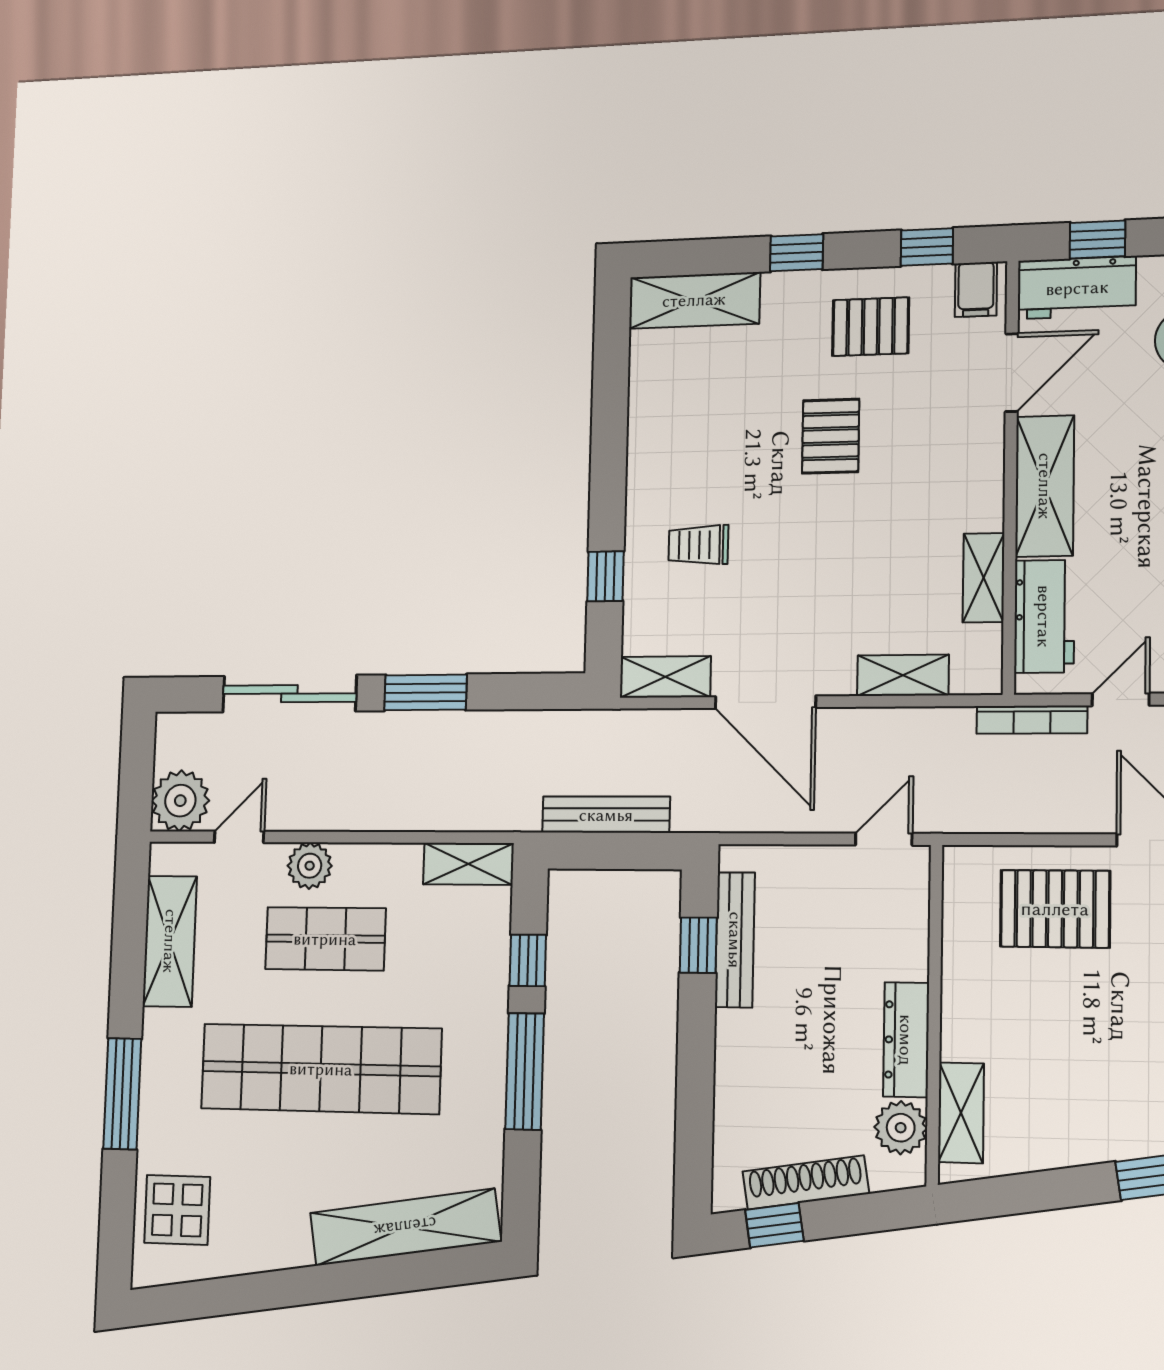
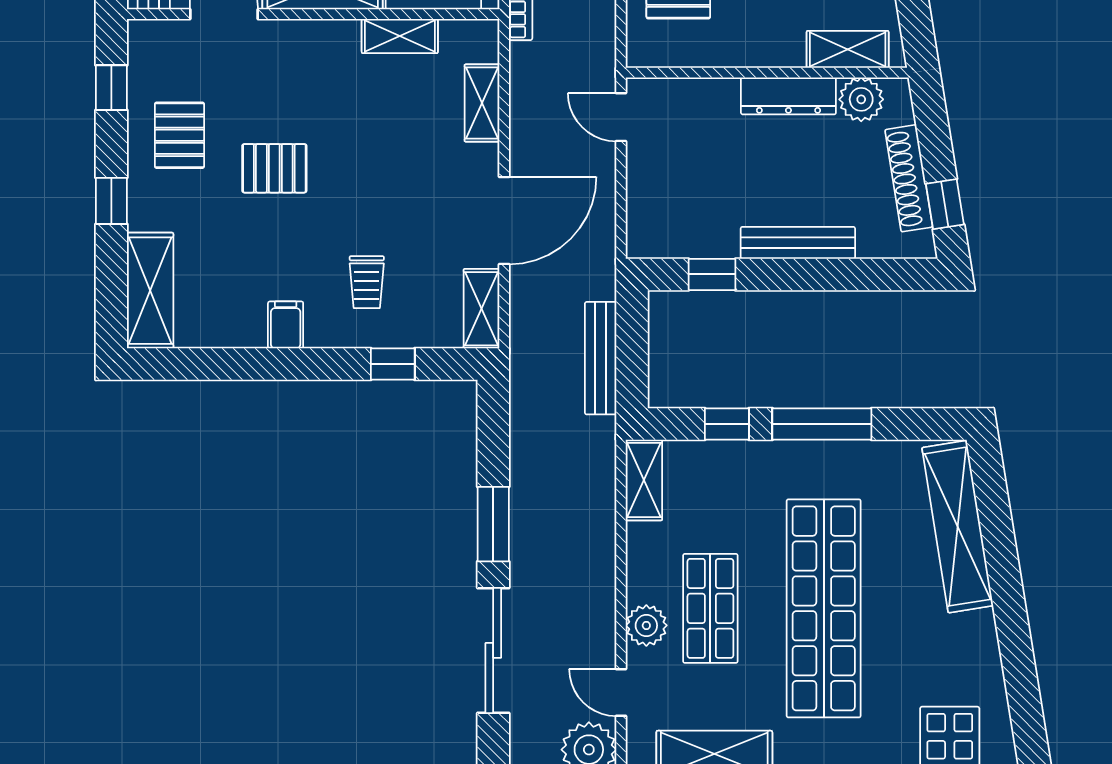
filing cabinet: (976, 289) -> (286, 325), moved, turned -90
bench: (735, 940) -> (798, 243), moved

